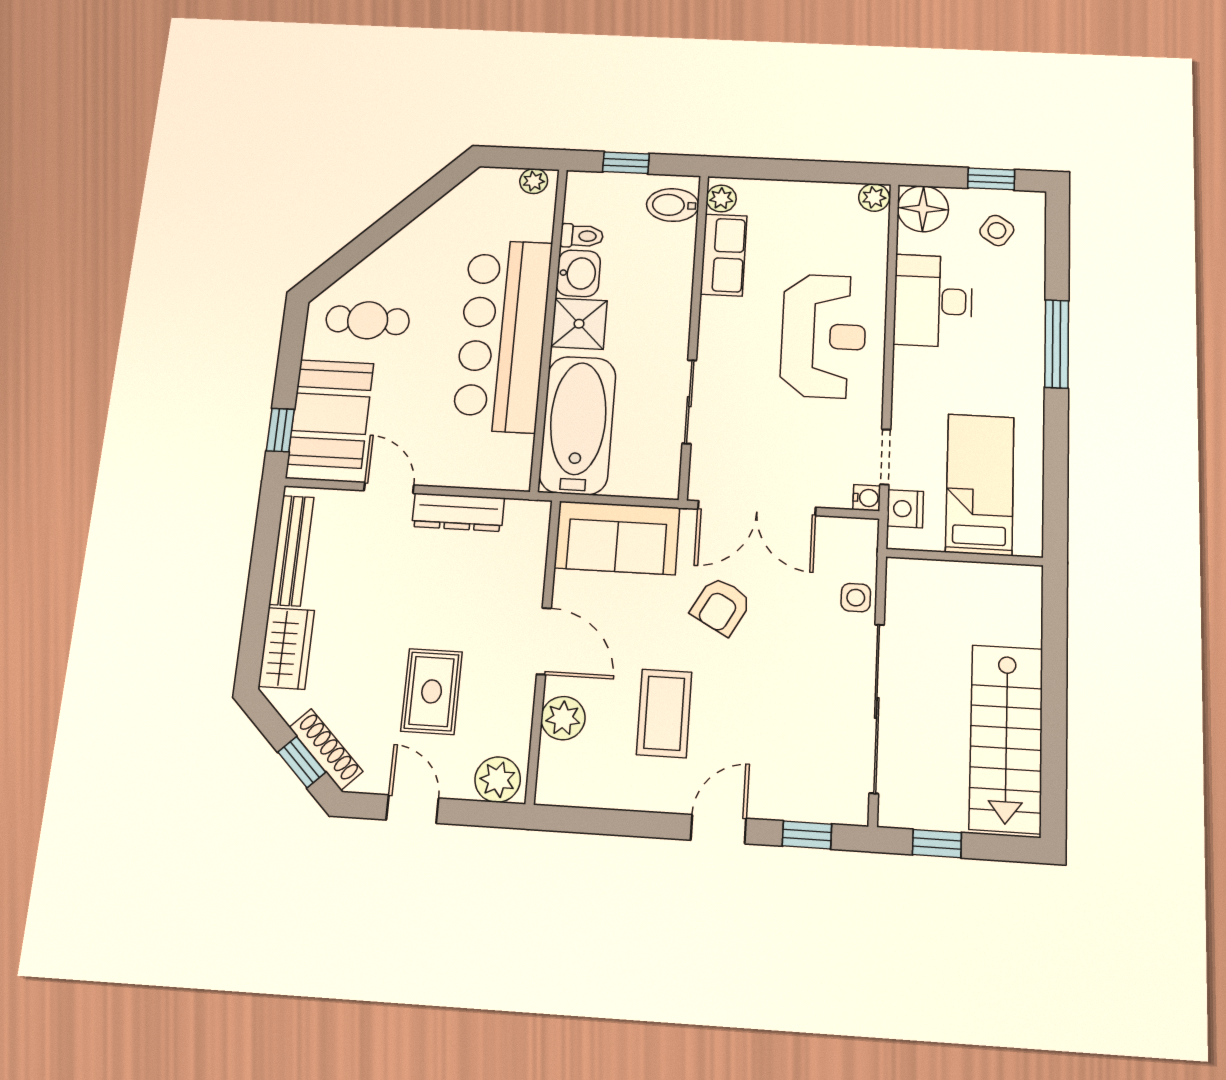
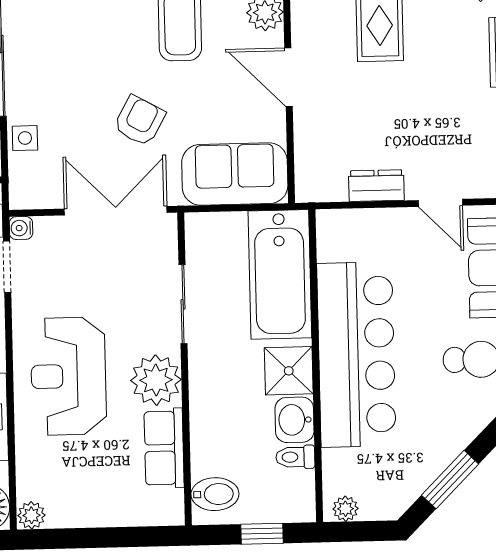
plant: (721, 198) -> (156, 380), moved, width x1.87, depth x1.87
window: (418, 202) -> (450, 480), added
dresser: (458, 512) -> (376, 186), width x0.70

